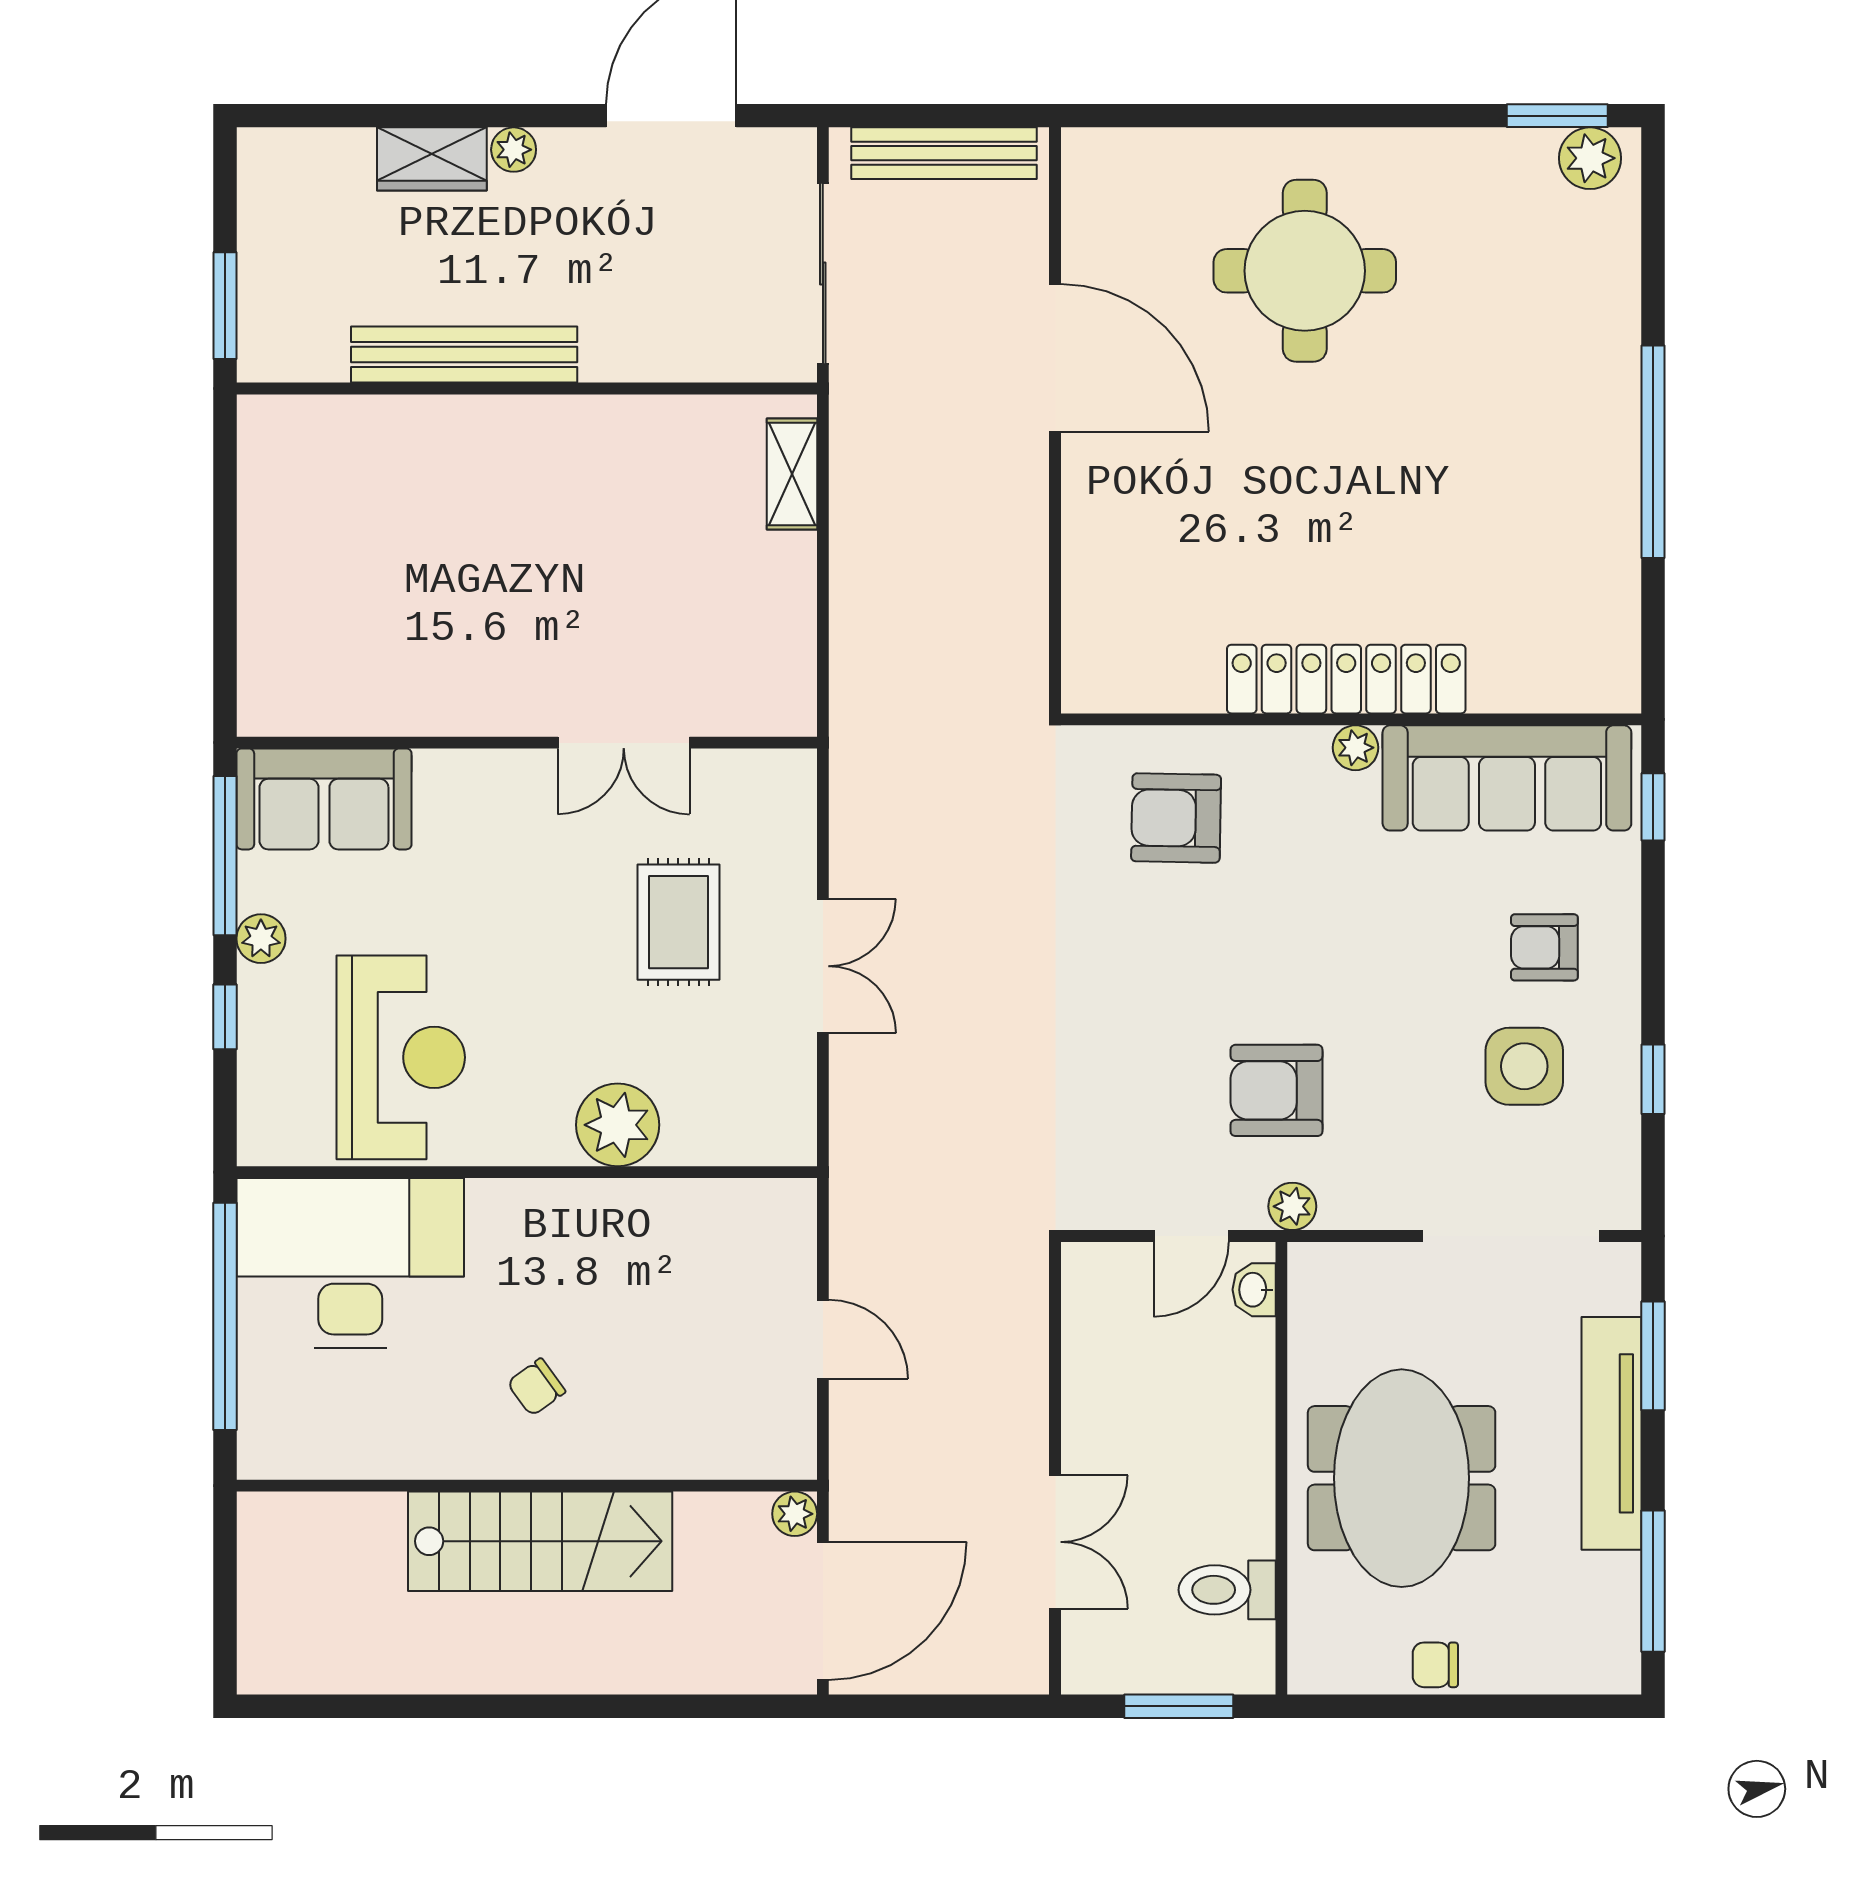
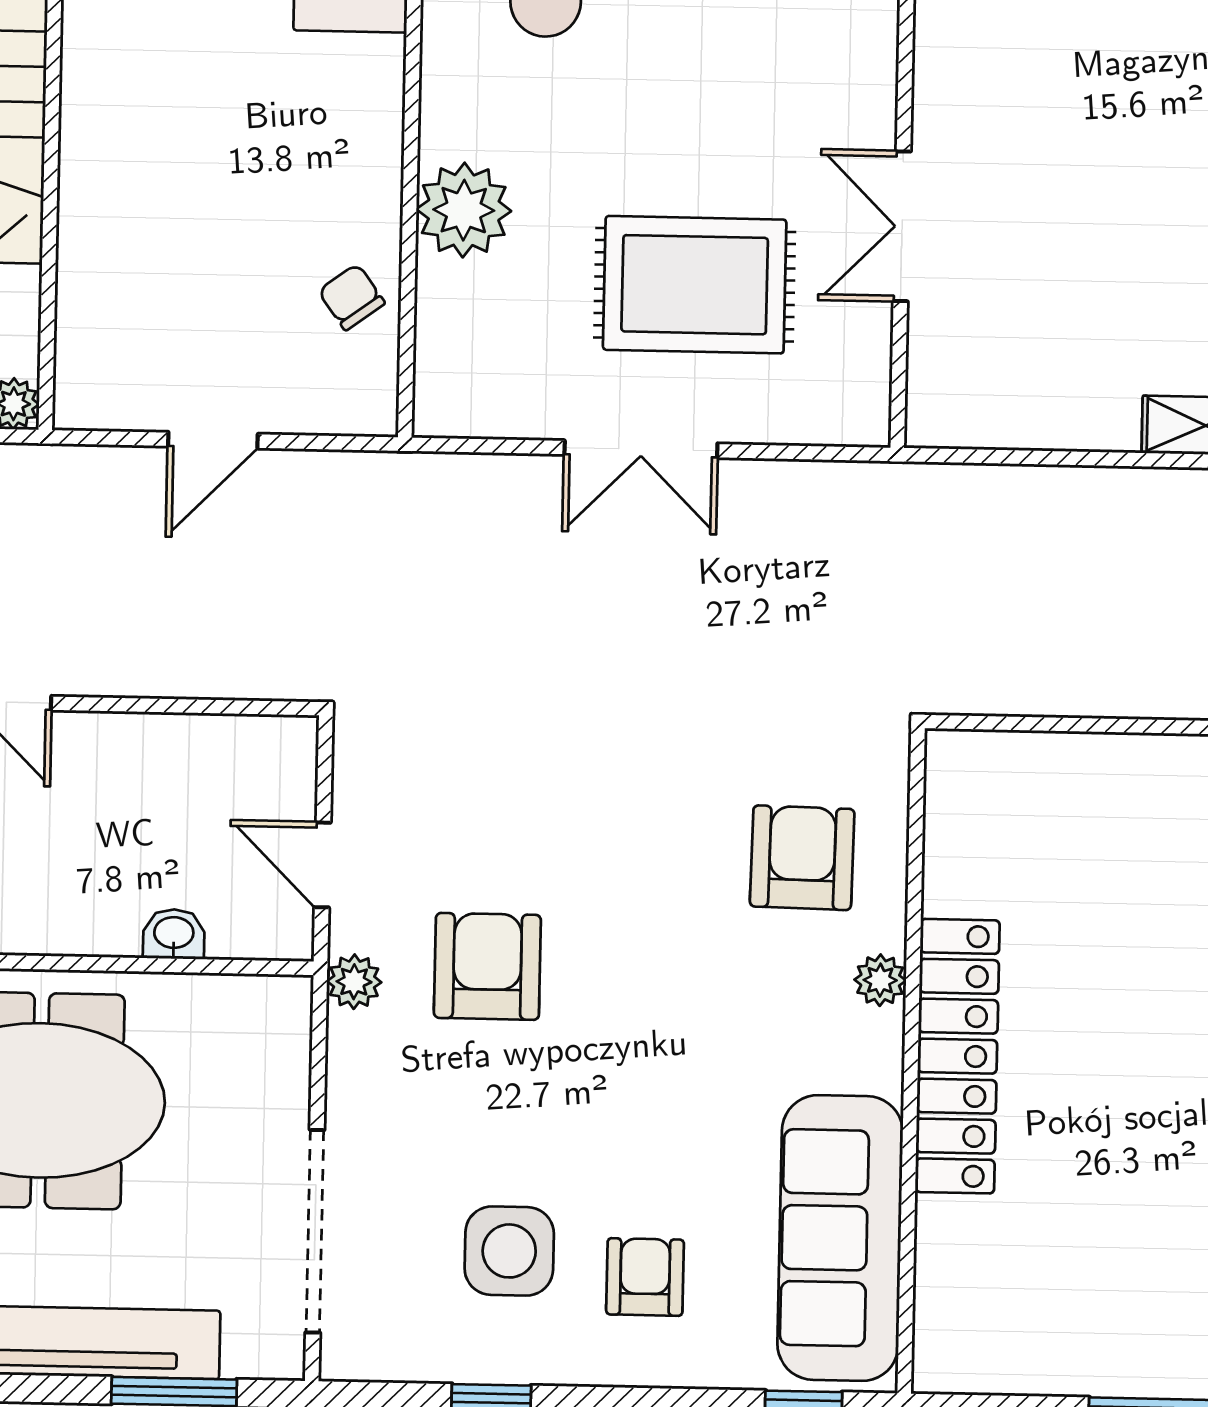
plant: (1355, 748) -> (880, 980), moved
rug: (678, 922) -> (695, 285), width x1.36, depth x1.43
washbasin: (1254, 1290) -> (174, 934), moved
chair: (536, 1387) -> (351, 297), moved

